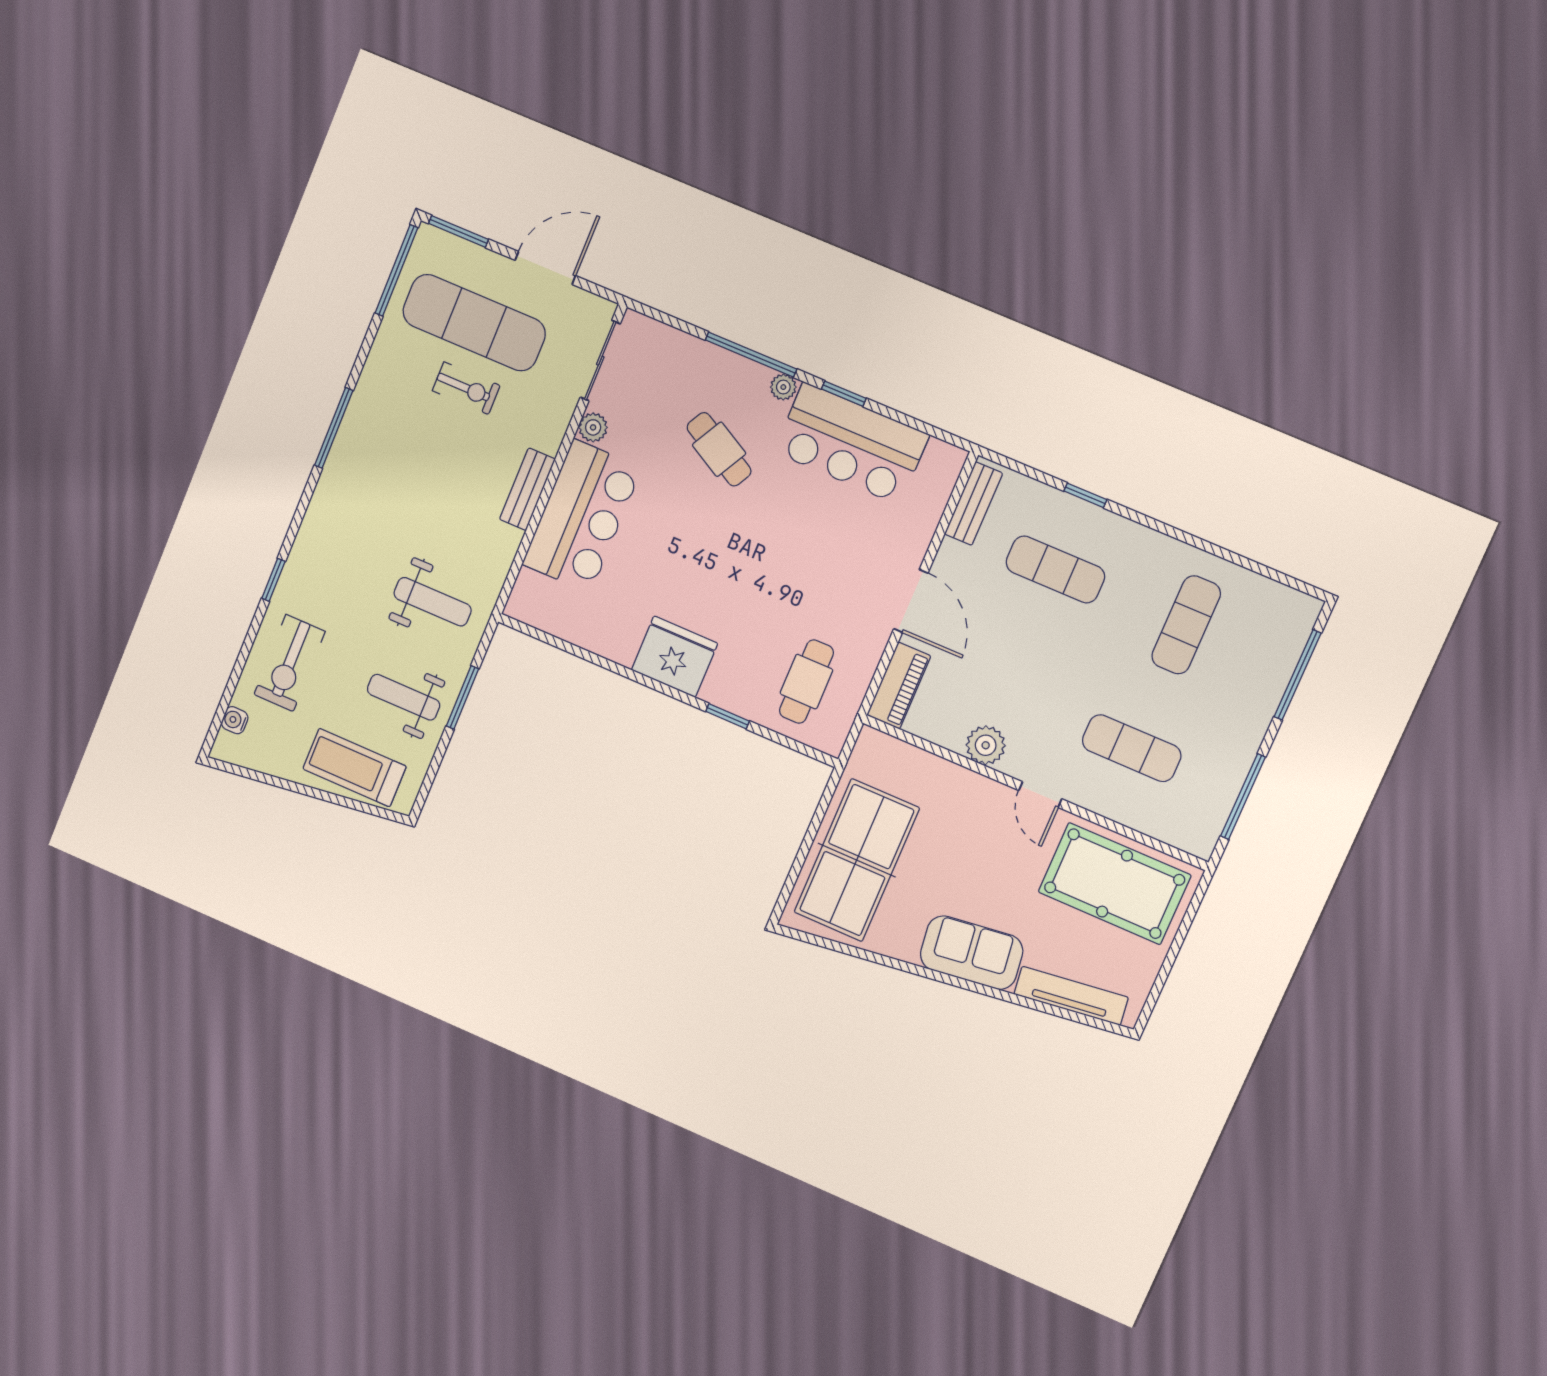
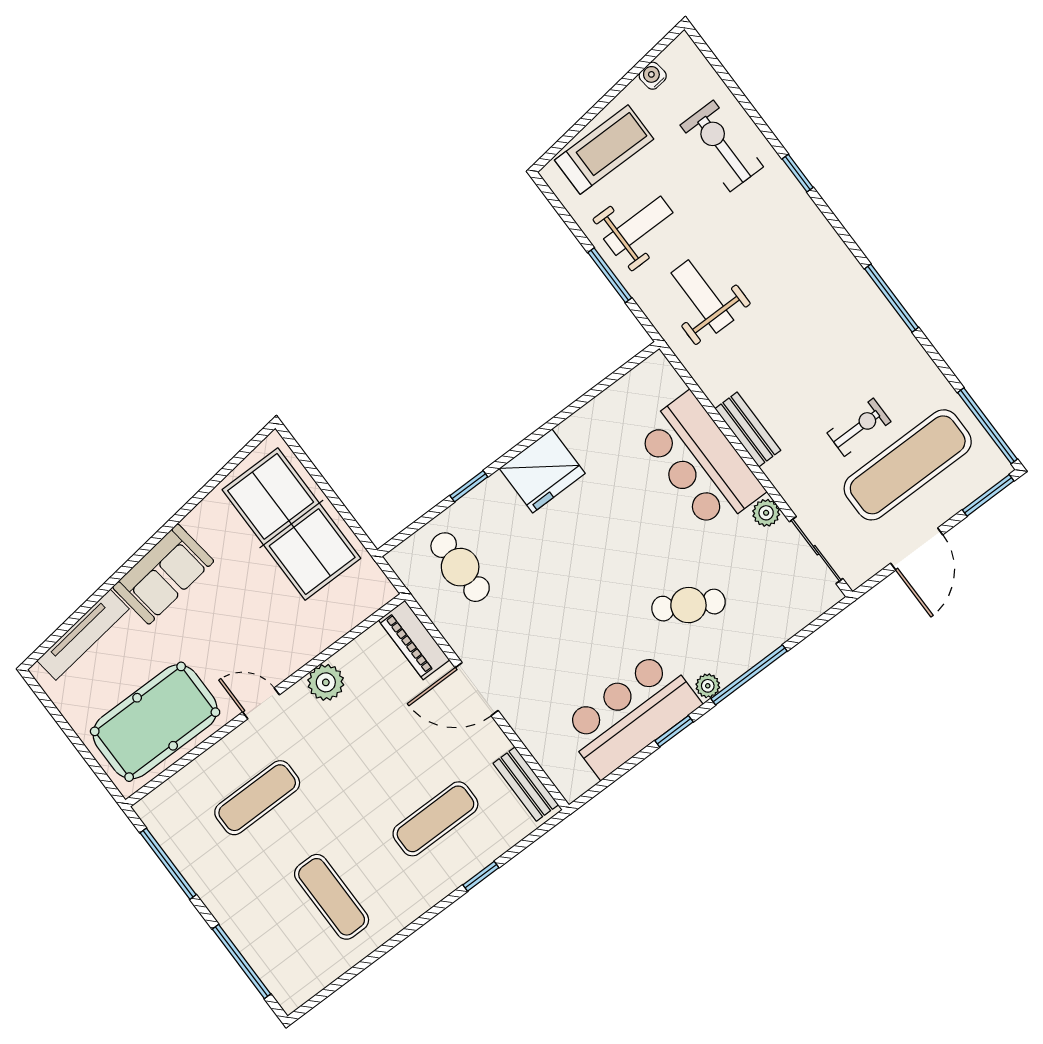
exercise bike: (466, 388) -> (859, 427), turned 180
weight bench: (433, 602) -> (702, 297), turned 90
water cooler: (235, 720) -> (653, 76), moved, turned -97

